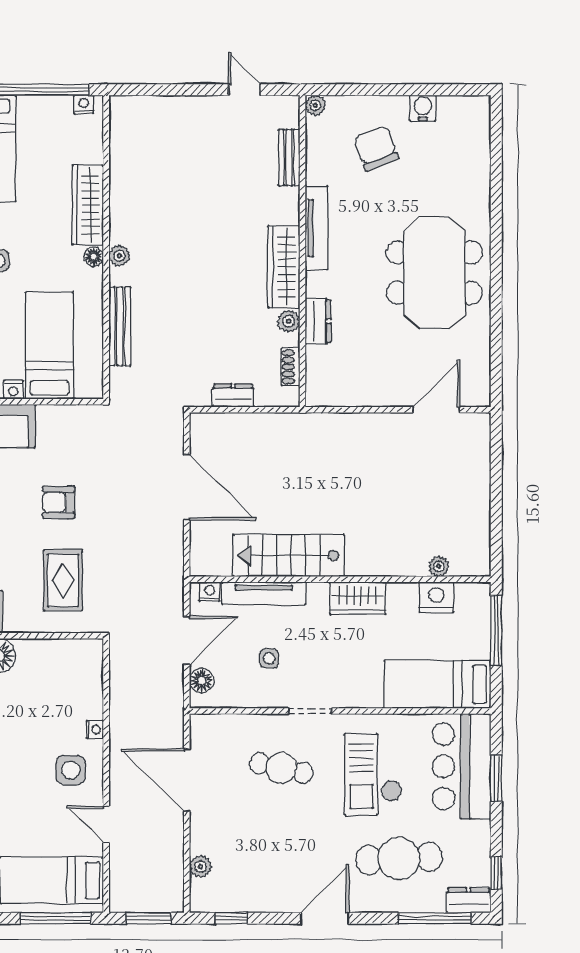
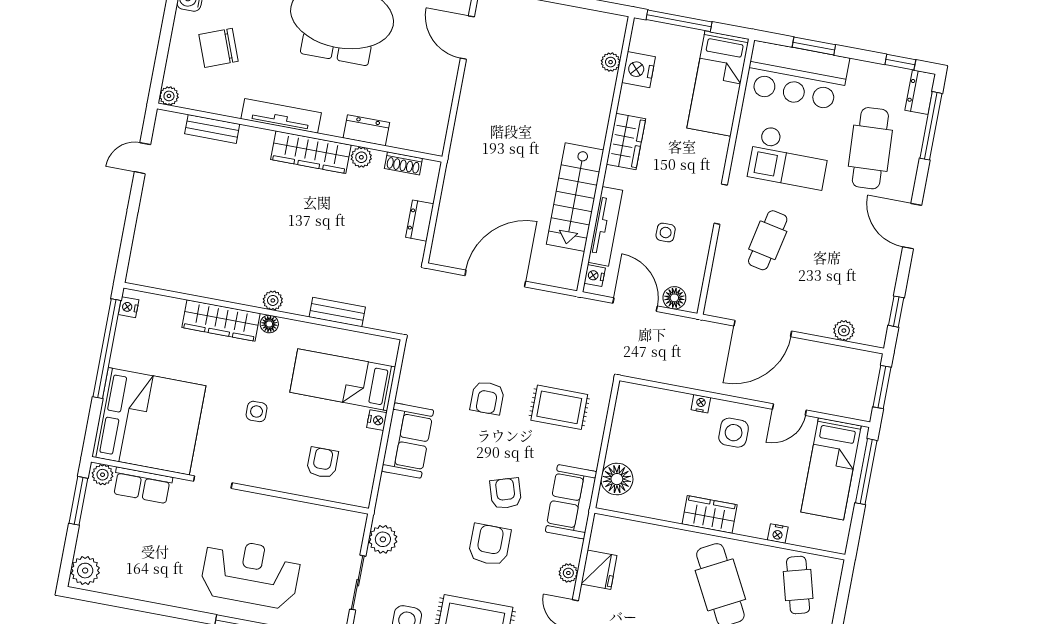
bench: (120, 326) -> (337, 312), width x0.73

